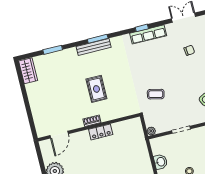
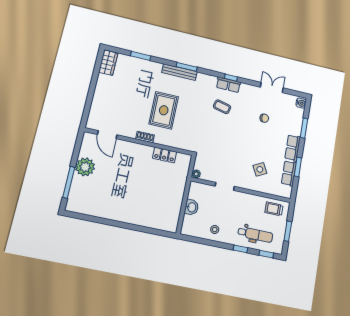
row of seats: (148, 34) -> (228, 85), width x0.68
rug: (96, 89) -> (164, 110), width x1.36, depth x1.43
coffee table: (156, 94) -> (222, 107), moved
locker: (101, 132) -> (165, 155), moved
door: (59, 135) -> (107, 135), hinge flipped

